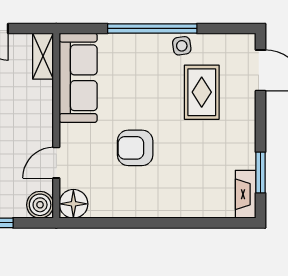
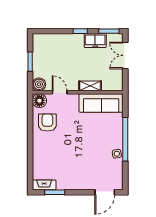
shelving: (43, 56) -> (90, 86), moved
rug: (202, 92) -> (94, 164), removed
armchair: (135, 148) -> (47, 123), moved

